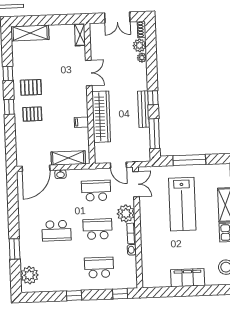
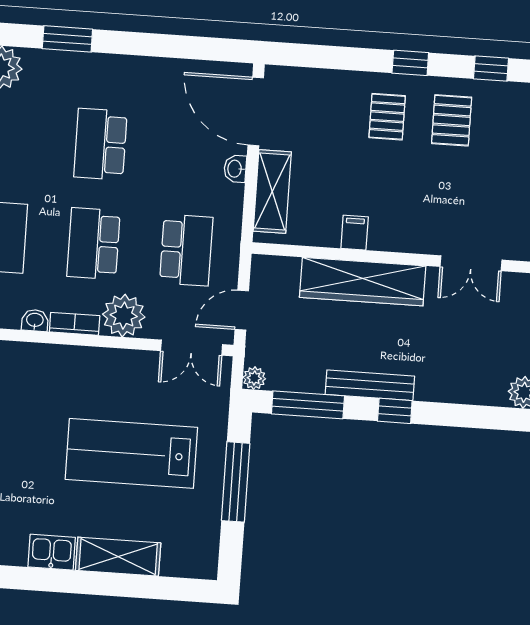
plant: (142, 58) -> (254, 378), moved
school desk: (98, 229) -> (94, 244), turned 180

